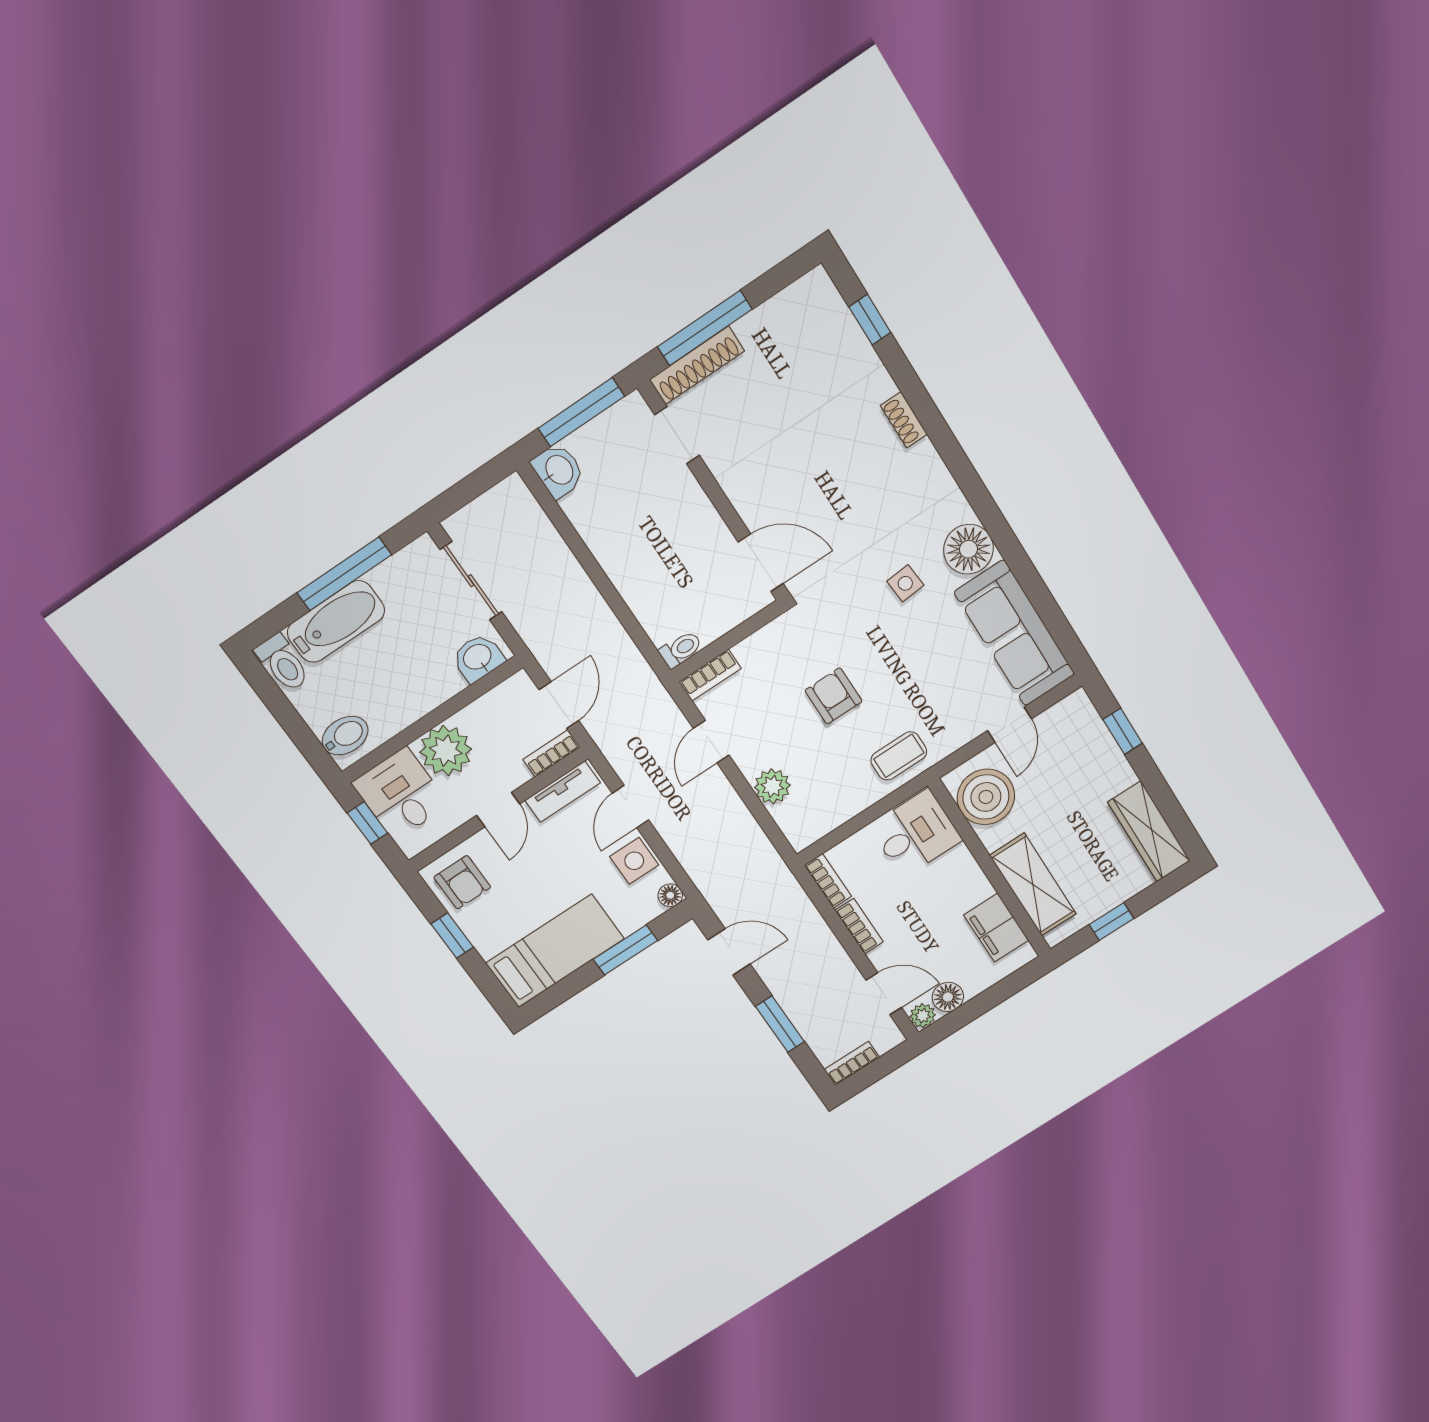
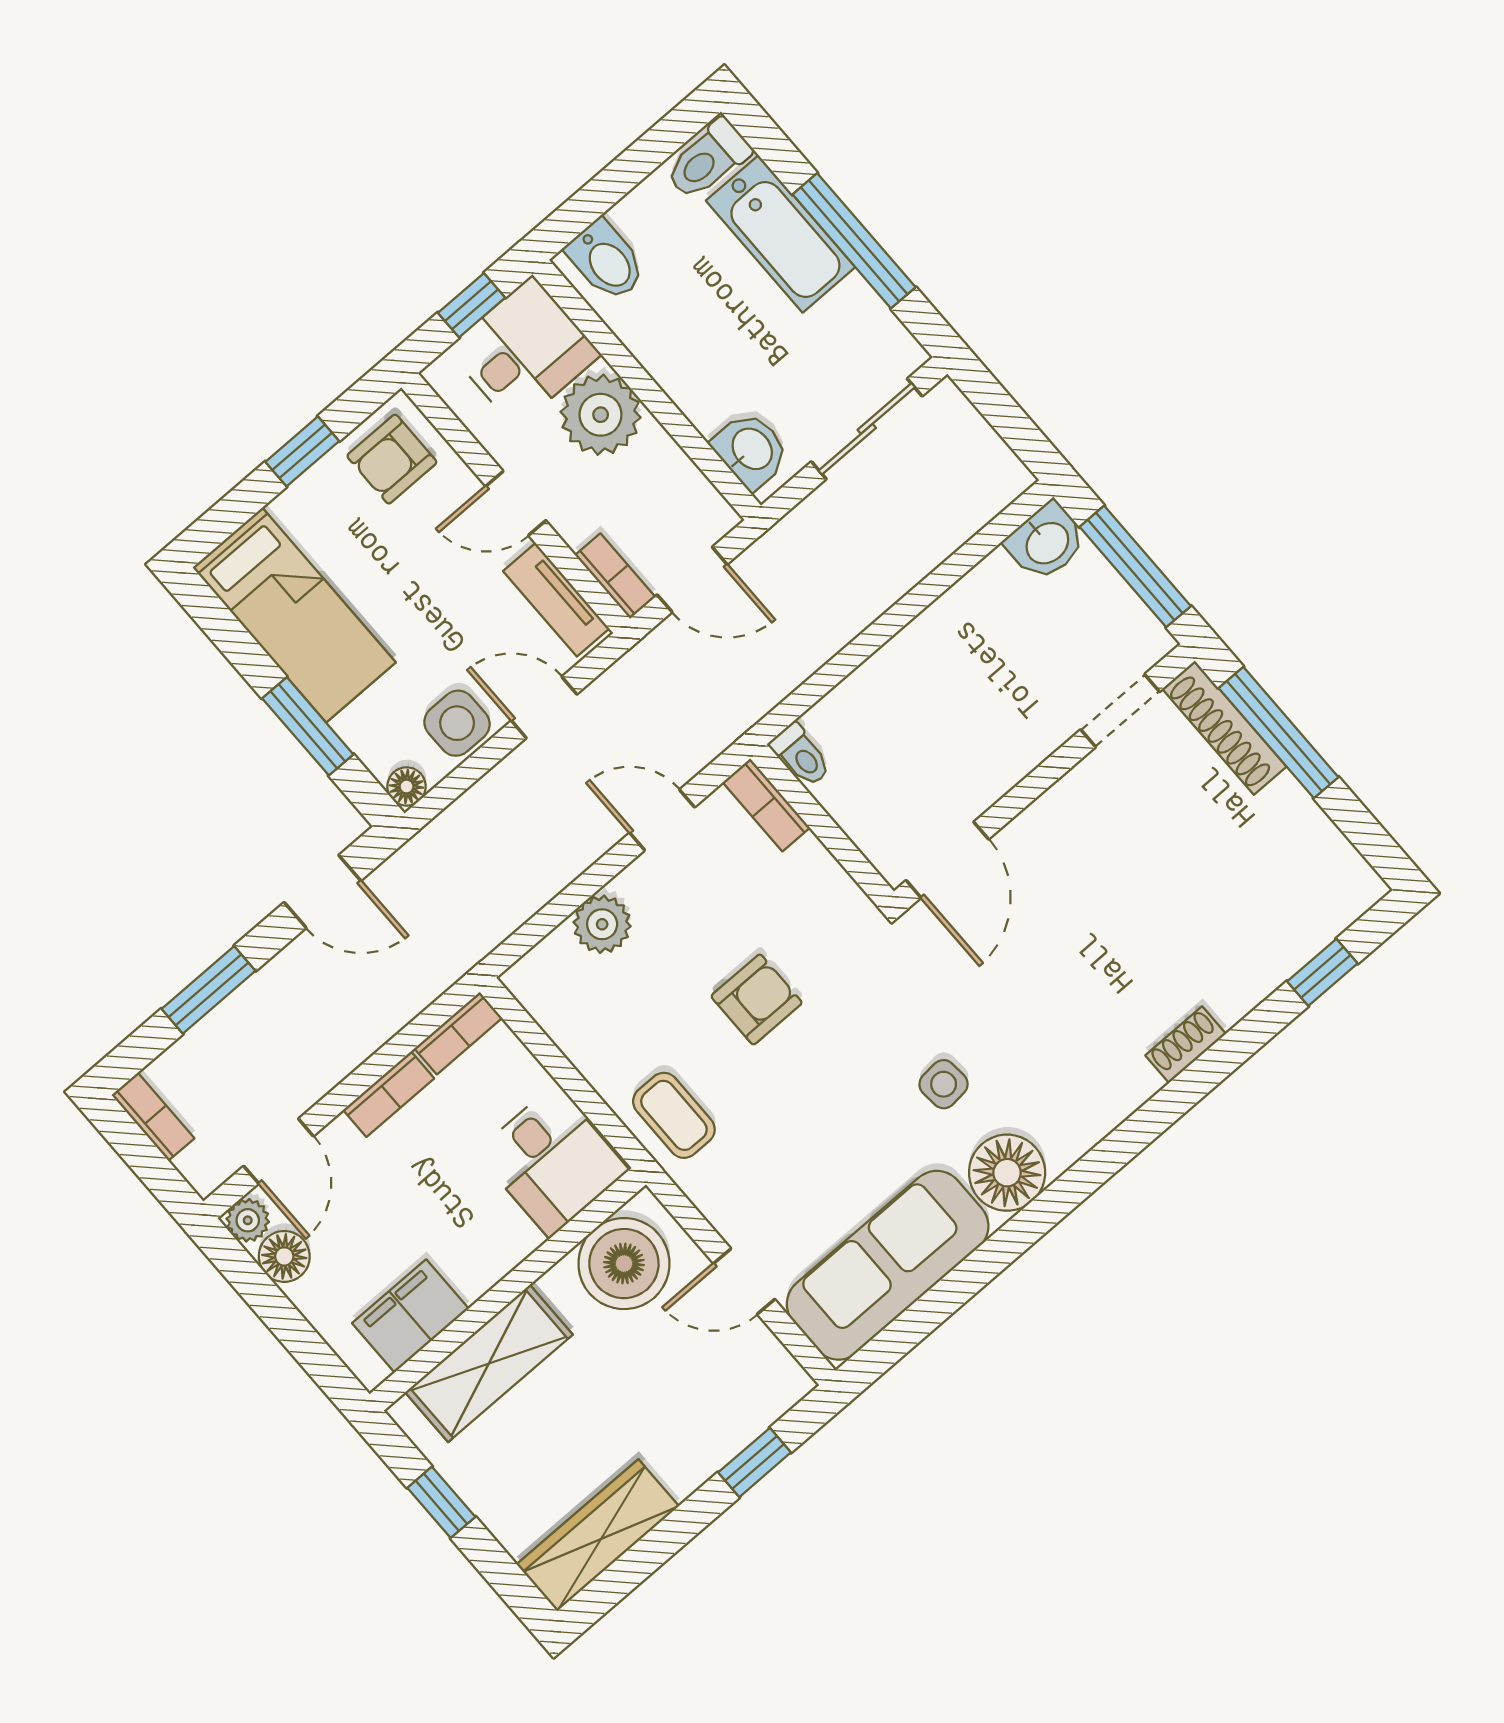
door: (729, 952) -> (322, 892), hinge flipped

